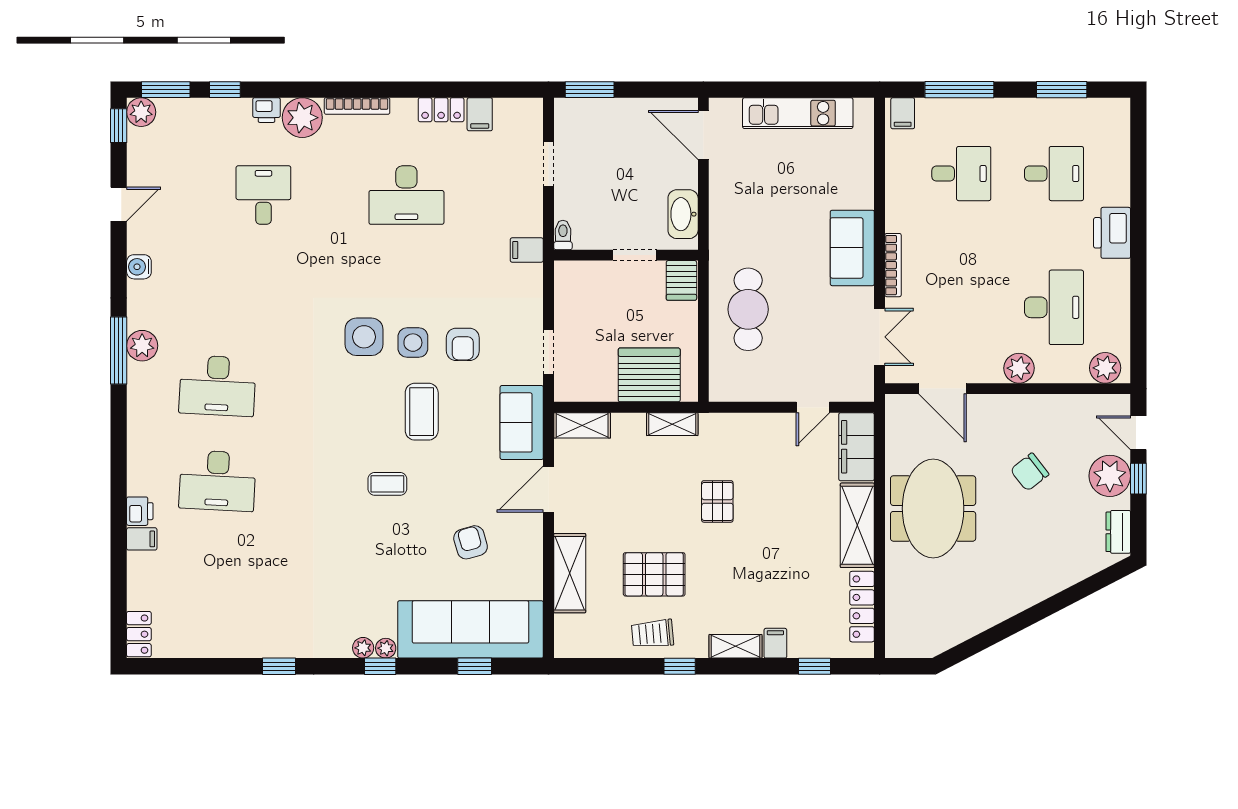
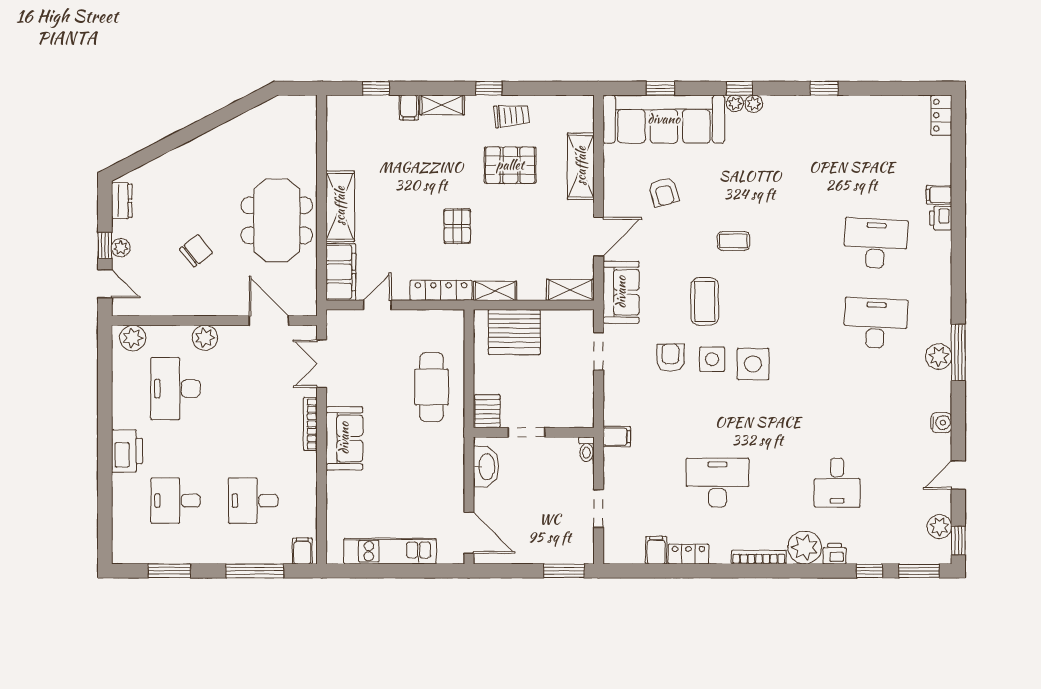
plant: (141, 112) -> (939, 527), moved
plant: (1110, 476) -> (121, 248), width x0.53, depth x0.53
locker: (862, 607) -> (441, 290), moved, turned -90

